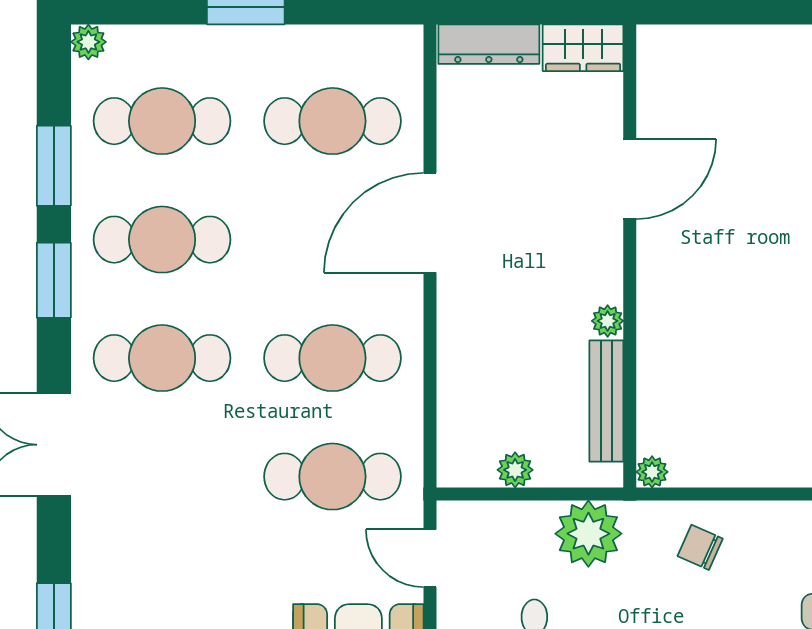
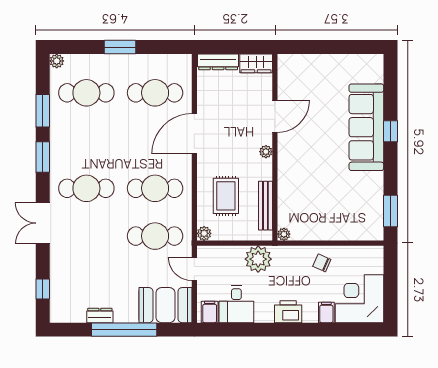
cafe table: (162, 240) -> (86, 141), removed
plant: (608, 321) -> (266, 152), moved
rug: (508, 377) -> (226, 196), added
plant: (515, 470) -> (204, 233), moved
chair: (700, 547) -> (322, 263), moved

